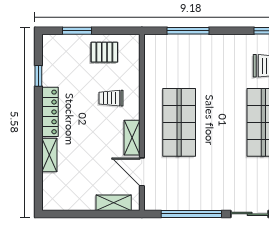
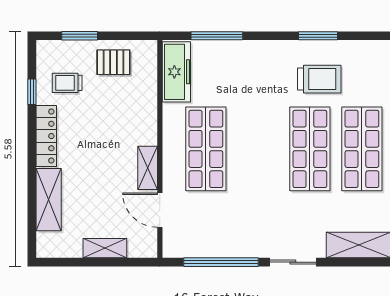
freezer: (155, 60) -> (176, 72), added
trolley: (111, 98) -> (67, 83), moved
shelving: (49, 155) -> (49, 200), width x1.50, depth x1.33
shelving: (114, 203) -> (105, 248), moved

